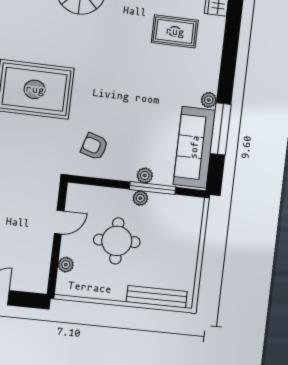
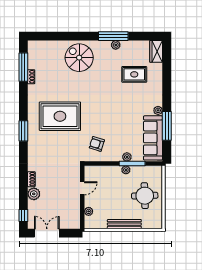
round table: (117, 241) -> (145, 196), moved
bench: (157, 297) -> (124, 224), moved

